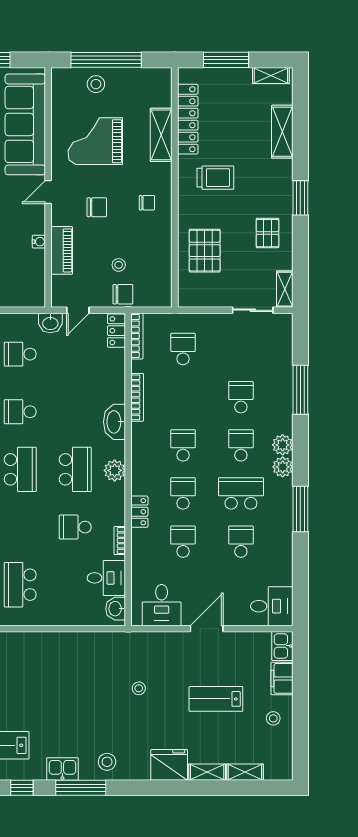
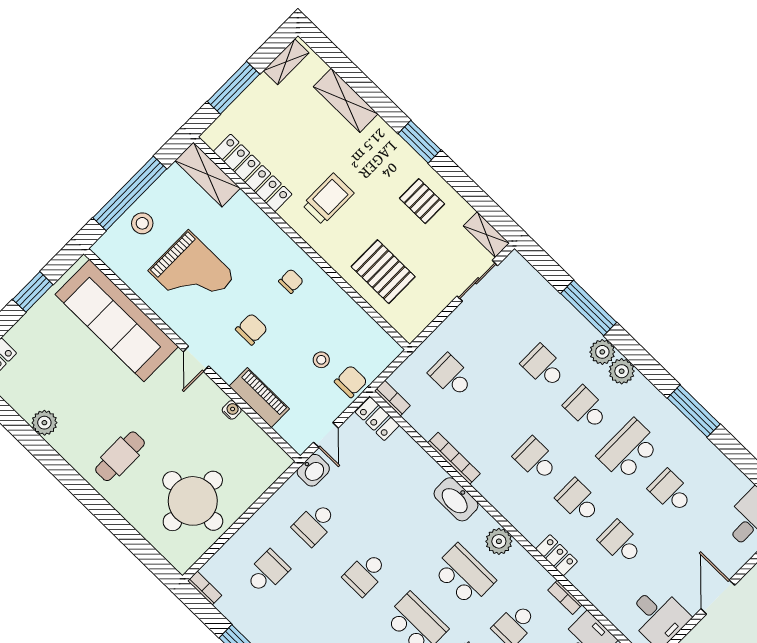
shelving: (161, 135) -> (208, 174), moved
grand piano: (95, 141) -> (192, 273), turned -90
bookcase: (137, 336) -> (392, 398), width x0.64
plant: (283, 467) -> (602, 352), moved

